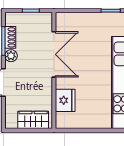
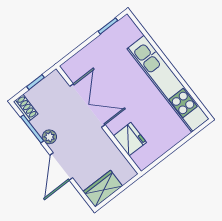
shoe rack: (10, 37) -> (26, 108), moved
wardrobe: (33, 120) -> (103, 189), moved

